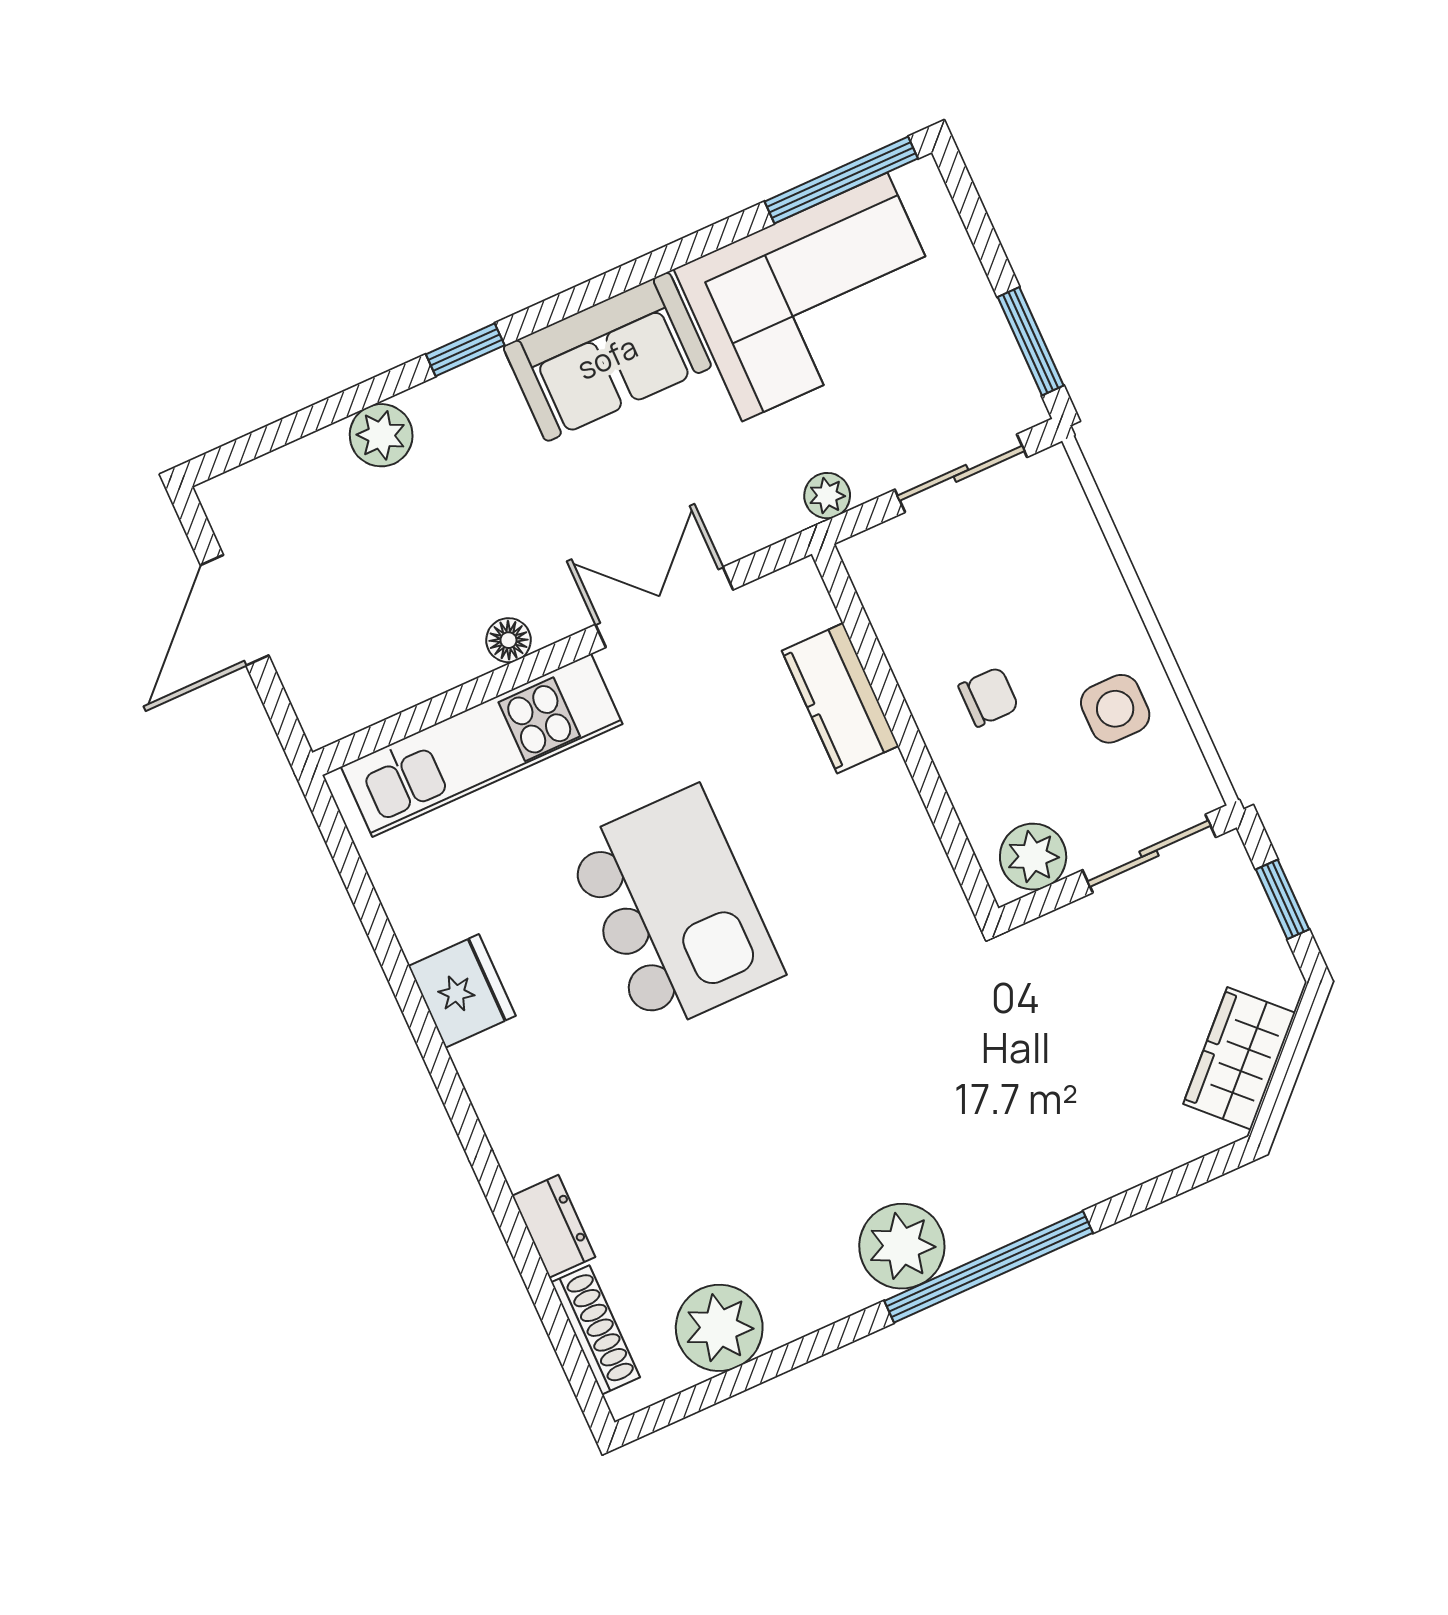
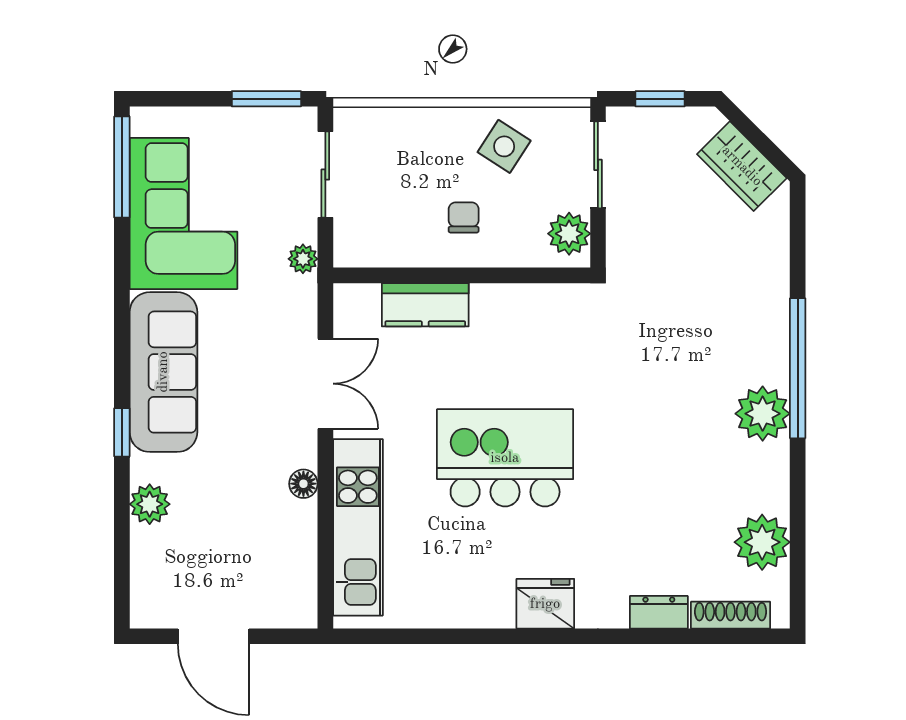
sofa: (607, 357) -> (163, 372), width x1.36
double door: (664, 607) -> (325, 384), swing flipped
side table: (1115, 709) -> (504, 146), turned 33
fridge: (462, 991) -> (545, 604), moved

